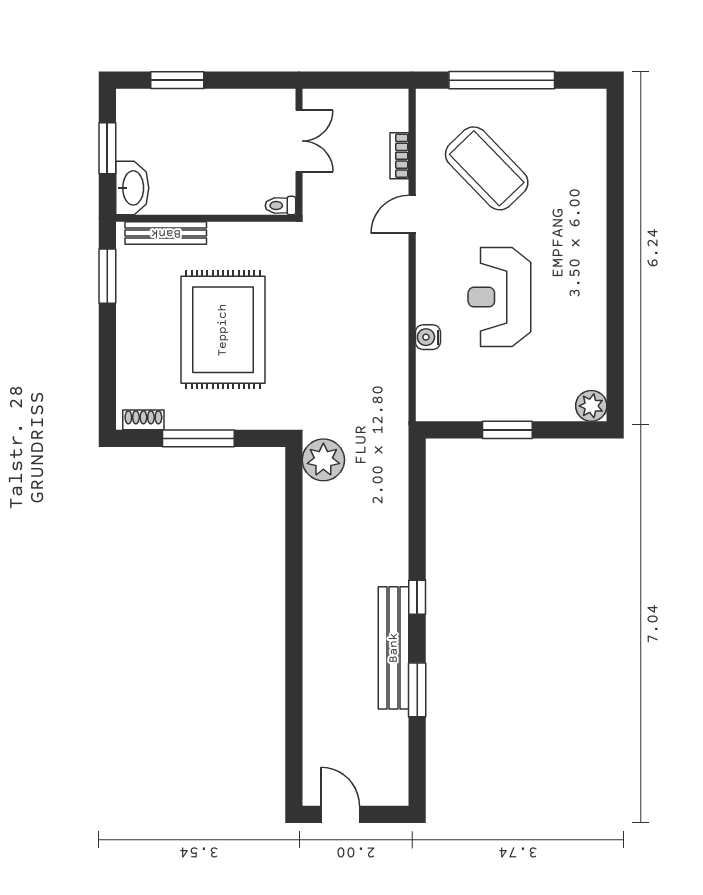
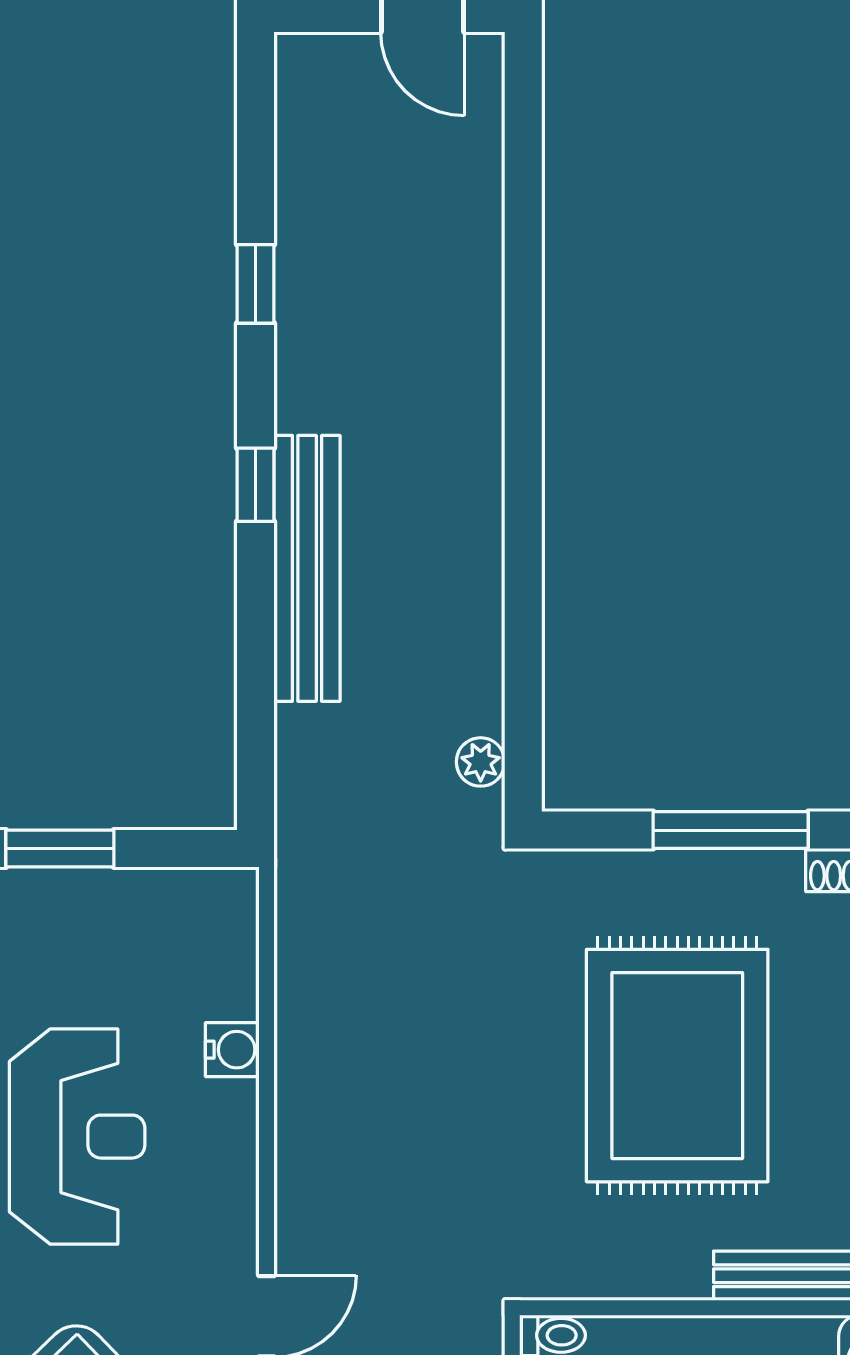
plant: (323, 460) -> (481, 762), width x0.53, depth x0.53
bench: (394, 648) -> (307, 568), moved
window: (417, 690) -> (256, 284), width x0.67

